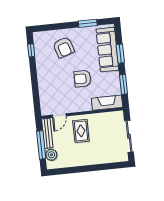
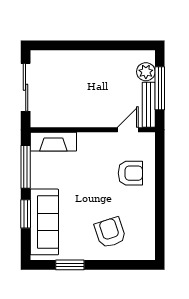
window: (31, 50) -> (160, 233), removed
armchair: (82, 79) -> (130, 173), moved
window: (124, 84) -> (26, 167), width x1.44
rug: (81, 131) -> (97, 103), removed

